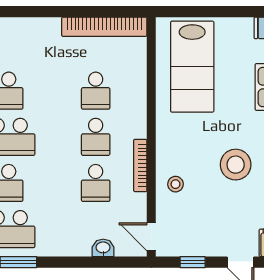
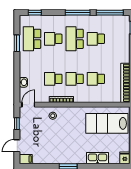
stool: (236, 165) -> (62, 143), removed

